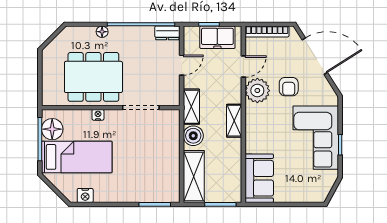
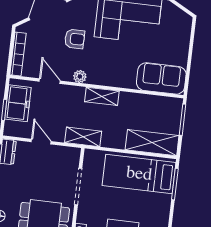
plant: (257, 91) -> (80, 76), width x0.53, depth x0.53
boiler: (193, 136) -> (112, 138), removed
bed: (161, 167) -> (139, 174), added

